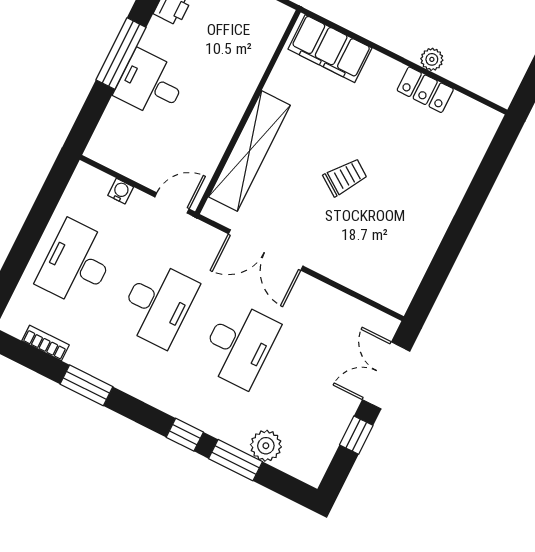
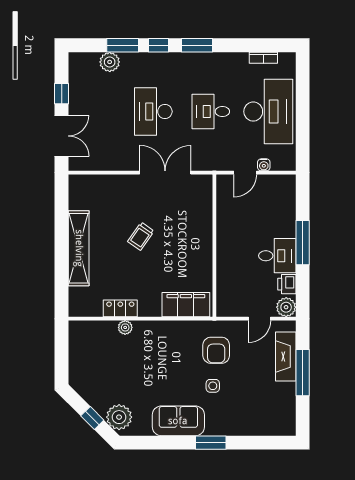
desk: (151, 84) -> (277, 256), moved
shelving: (249, 151) -> (79, 248), moved
door: (172, 203) -> (245, 173), moved
desk: (77, 263) -> (268, 112), width x1.36, depth x1.30
desk: (158, 304) -> (211, 112), width x0.73
window: (86, 385) -> (197, 45), moved

